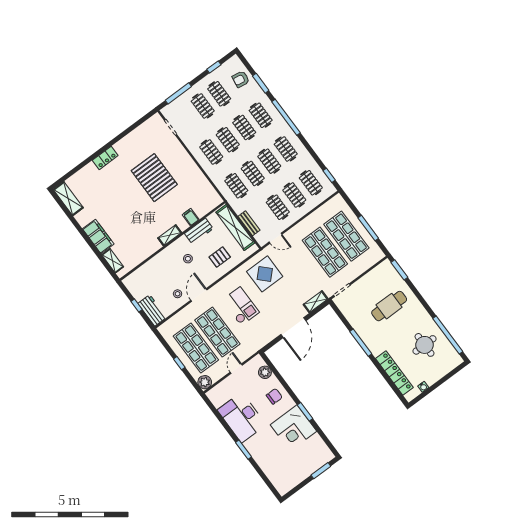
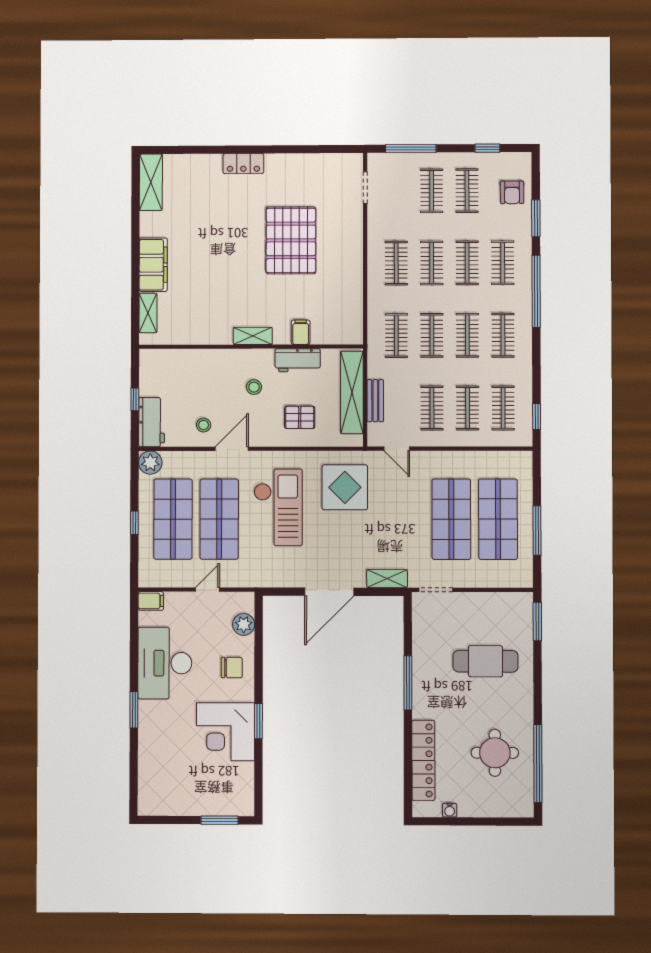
armchair: (241, 79) -> (512, 192), turned -99
checkout: (241, 306) -> (278, 507), width x1.36, depth x1.21
plant: (205, 382) -> (150, 463), moved
filing cabinet: (214, 394) -> (151, 601), added

